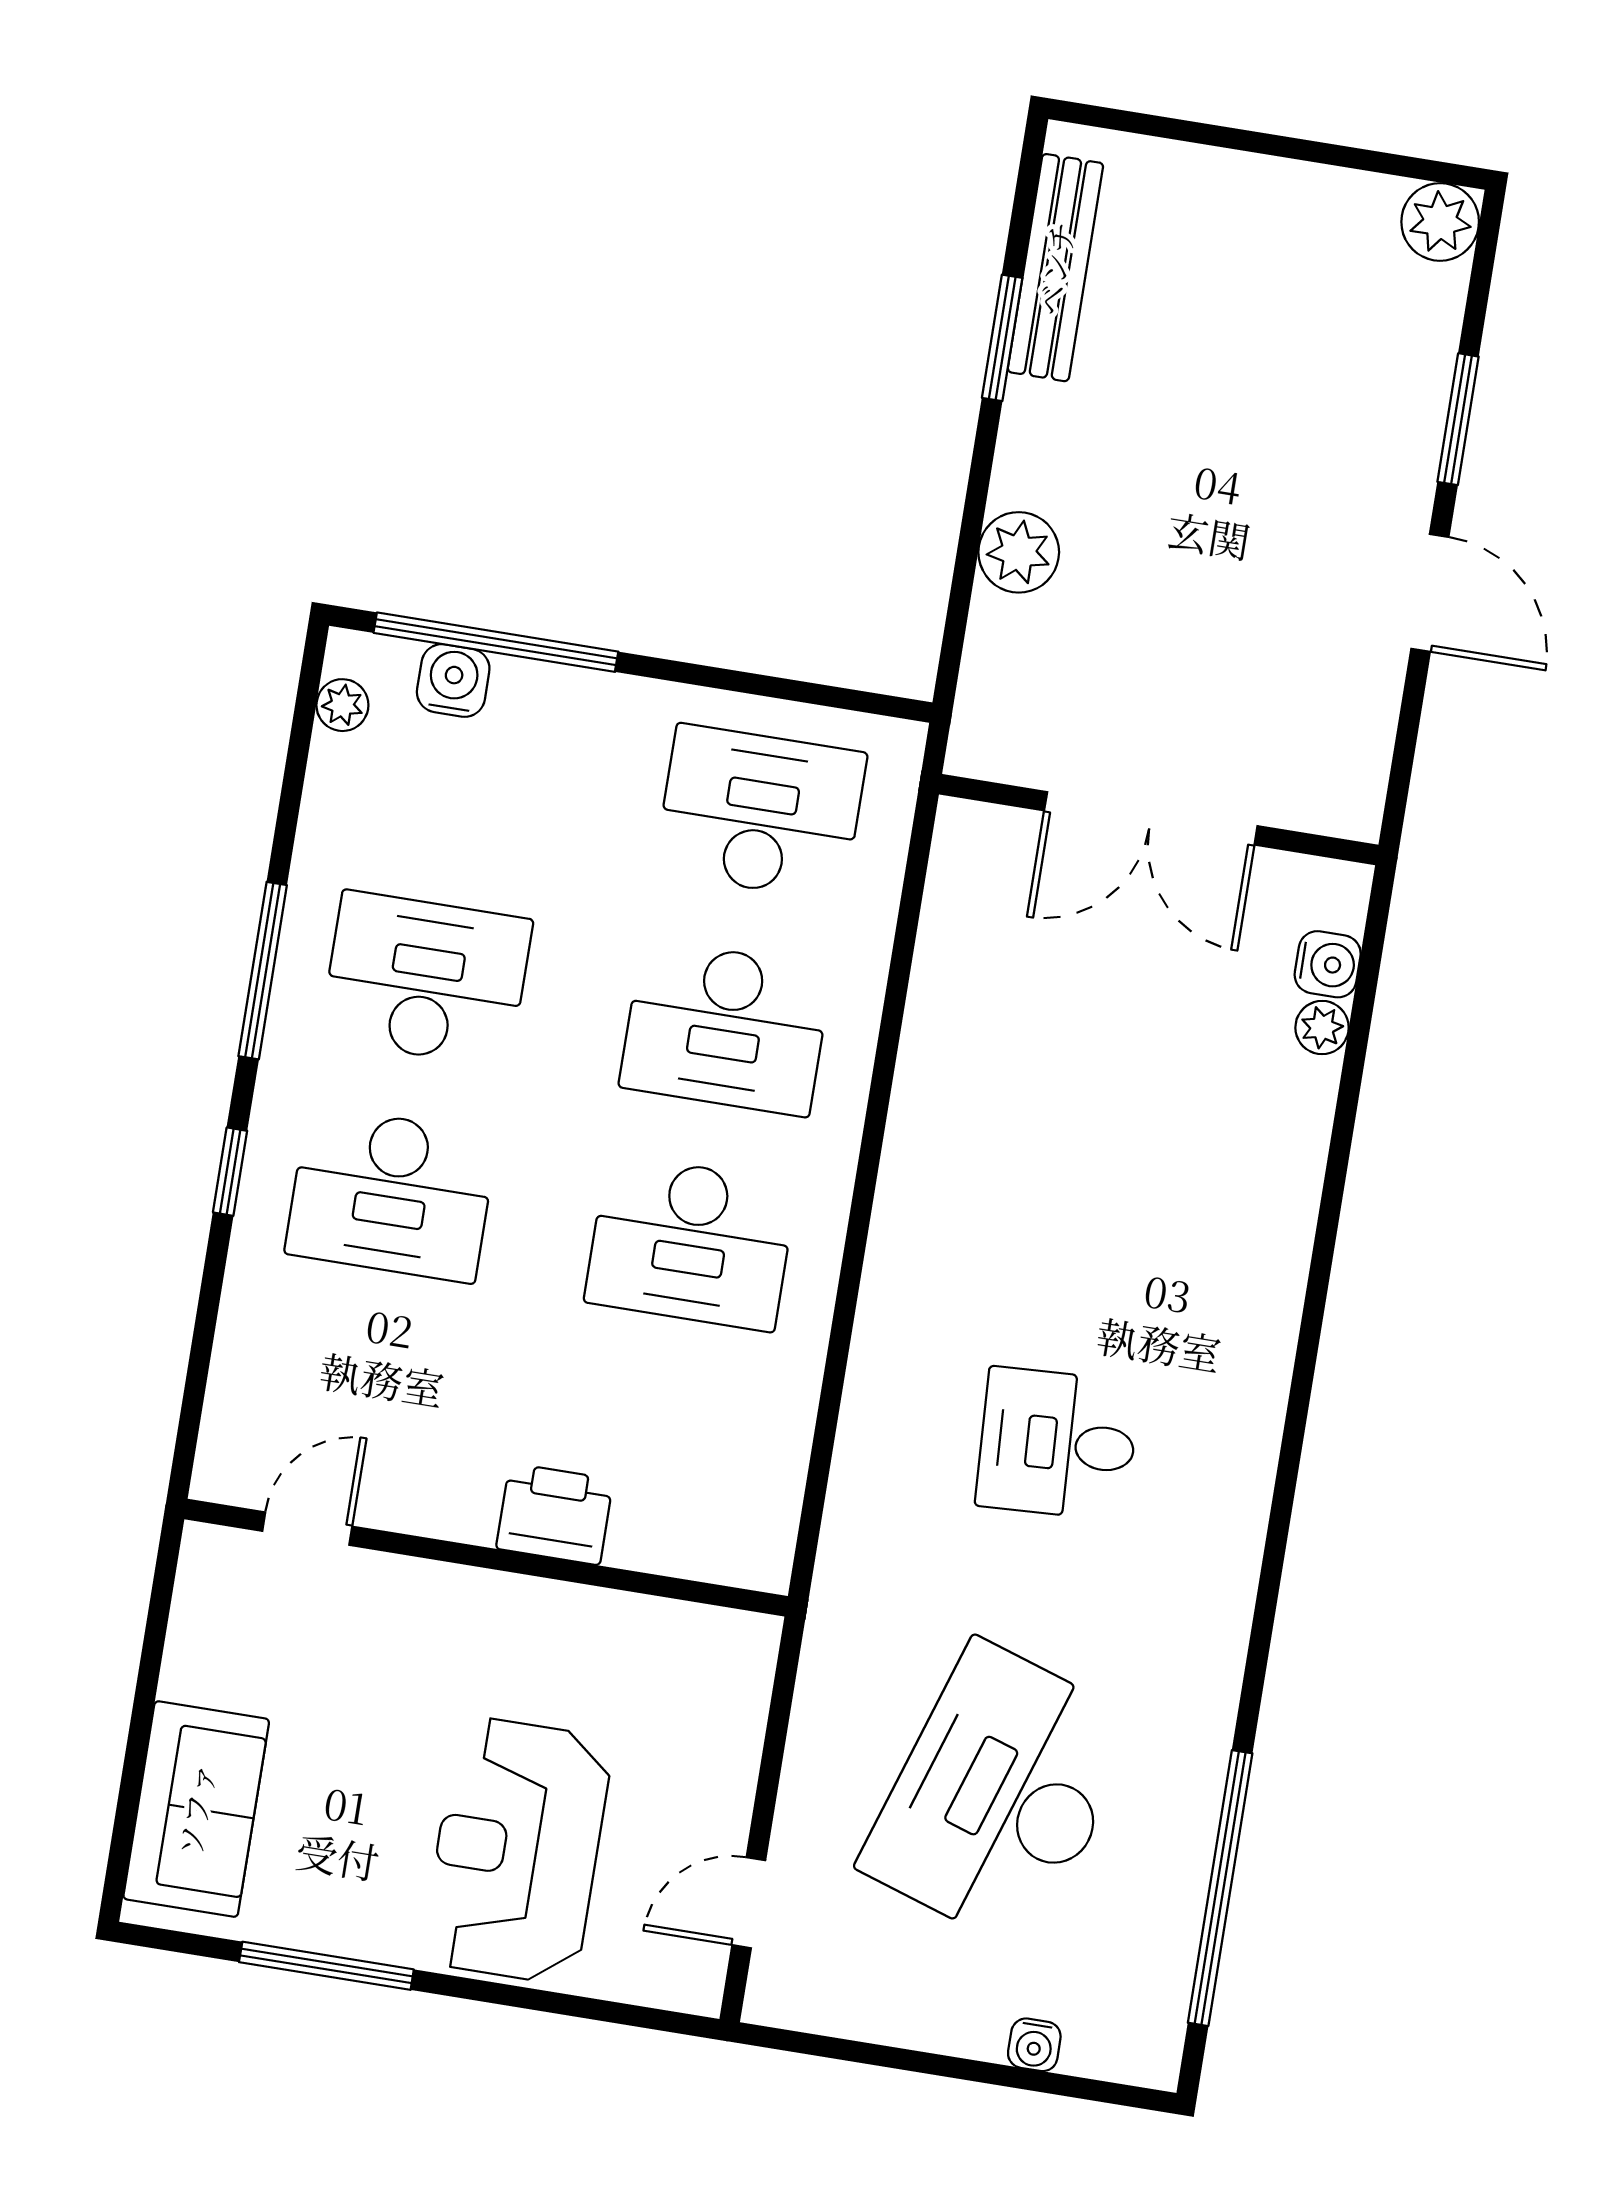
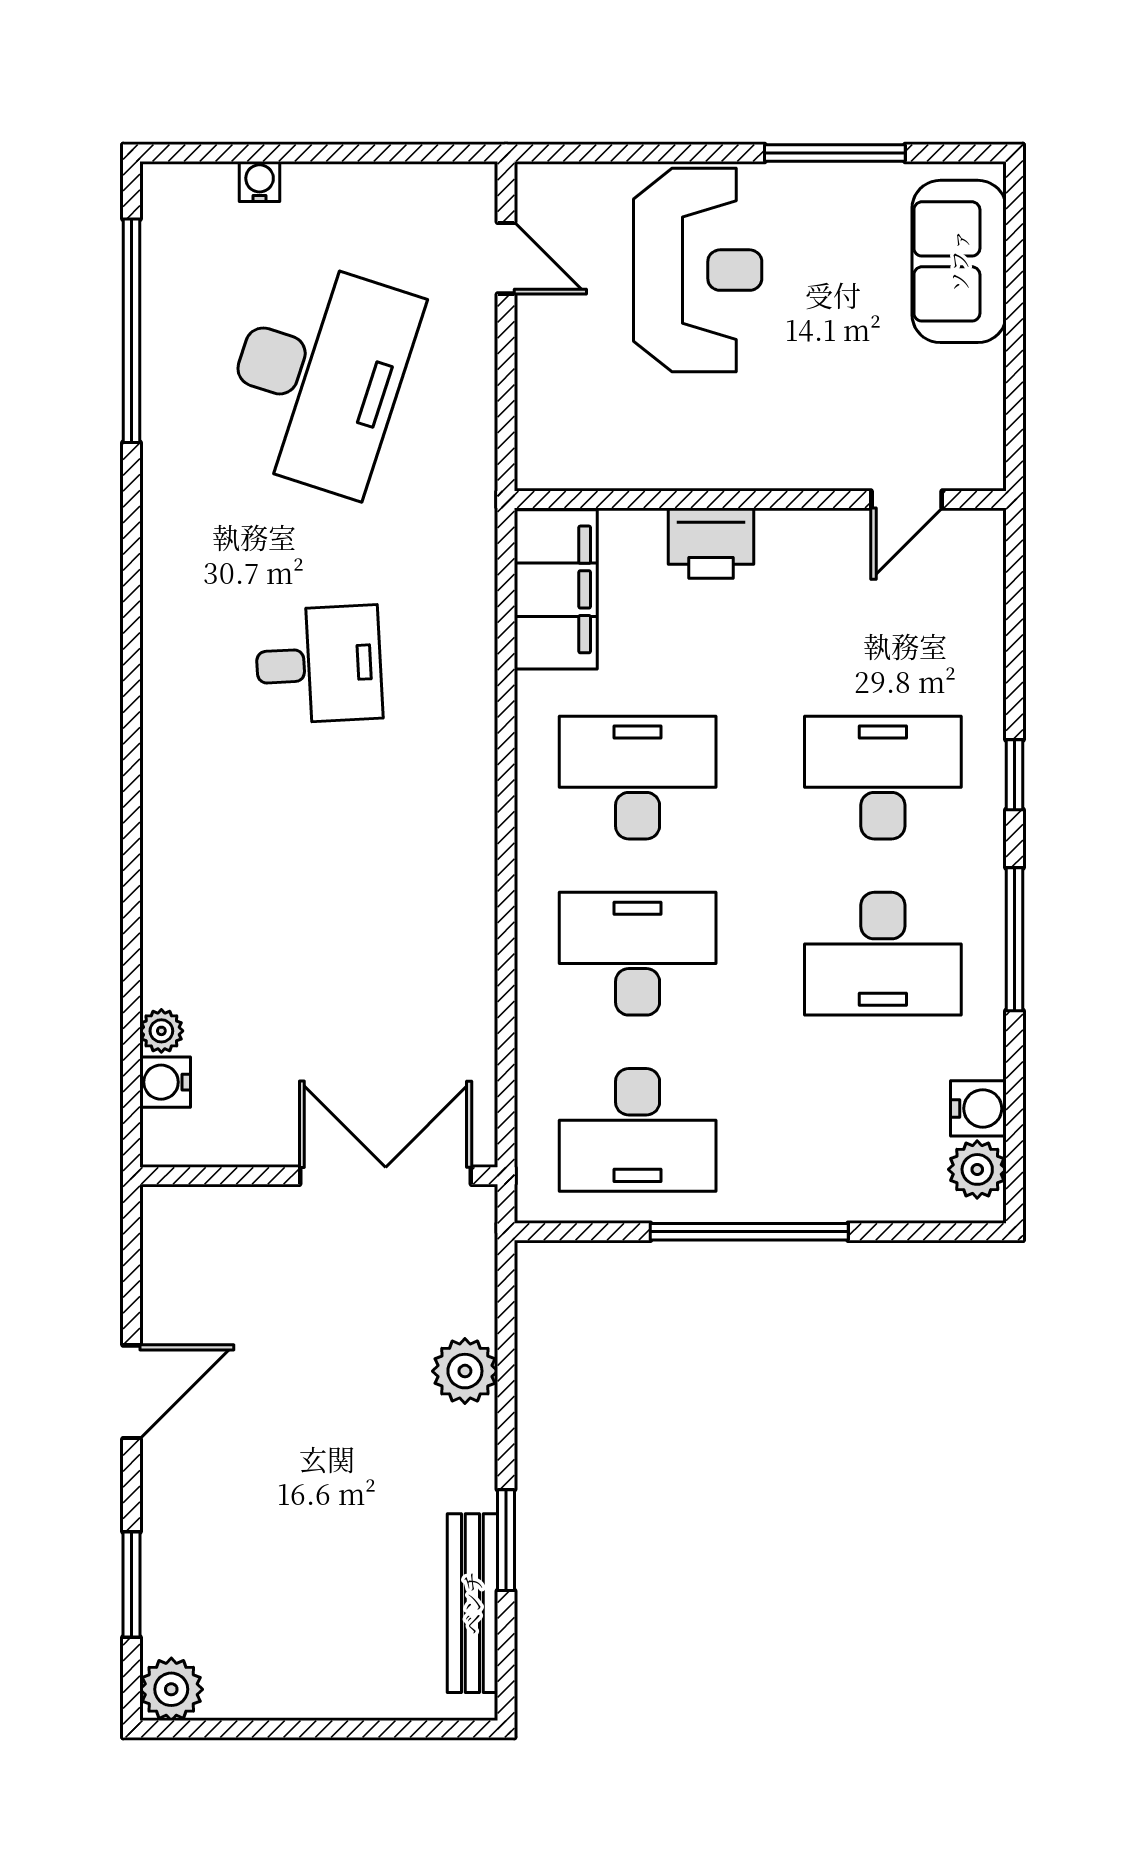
window: (1458, 419) -> (131, 1585), moved
door: (1430, 593) -> (131, 1392), swing flipped
window: (496, 642) -> (749, 1232), moved
water cooler: (453, 681) -> (978, 1108), moved, turned -90
plant: (342, 705) -> (977, 1169), width x1.38, depth x1.38
double door: (1151, 818) -> (386, 1176), moved
filing cabinet: (753, 1488) -> (556, 589), added
door: (749, 1903) -> (506, 258), hinge flipped

